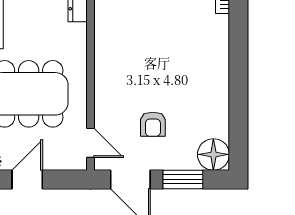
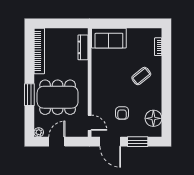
coffee table: (190, 53) -> (141, 76), added
floor lamp: (213, 154) -> (153, 118), moved

